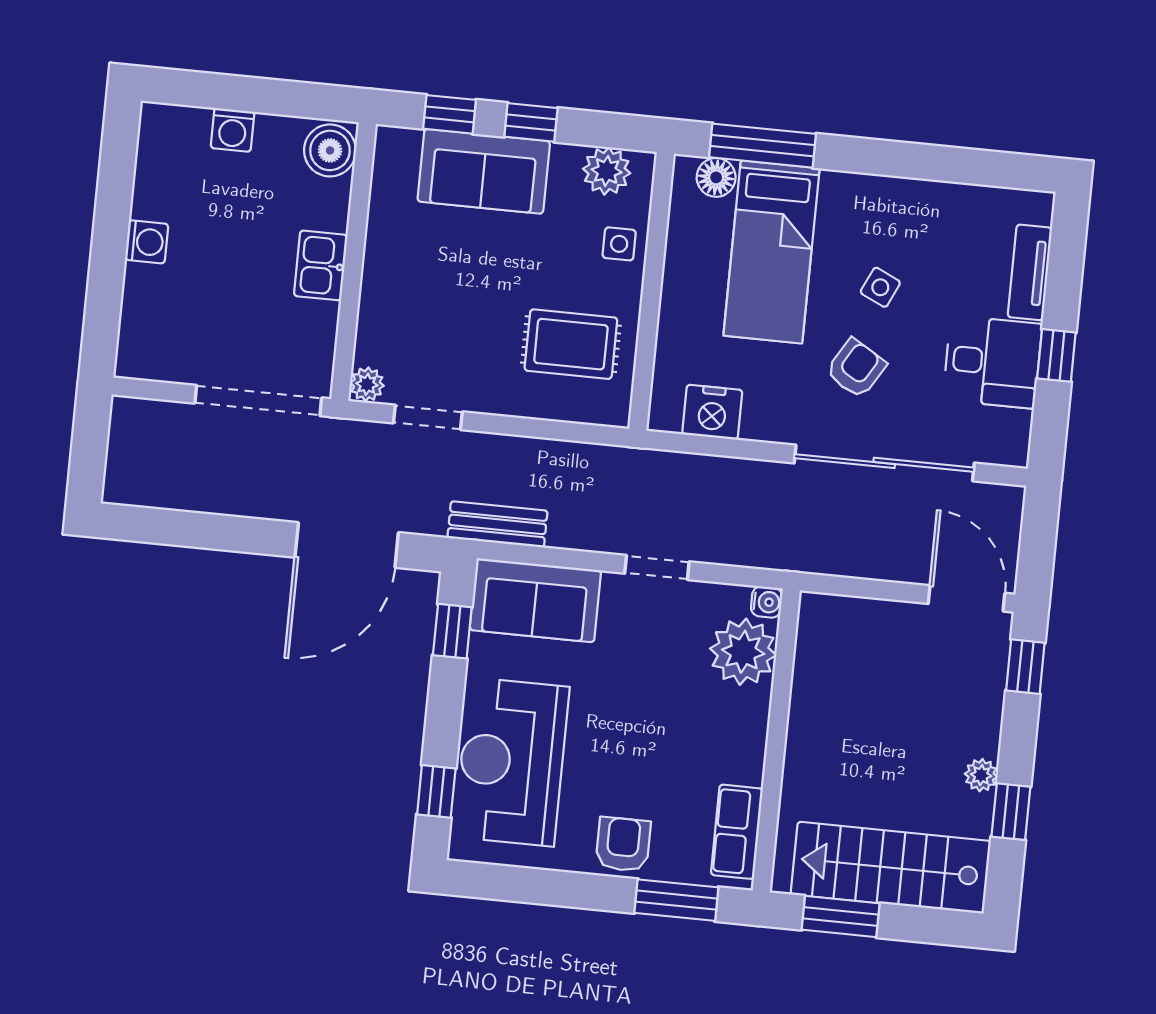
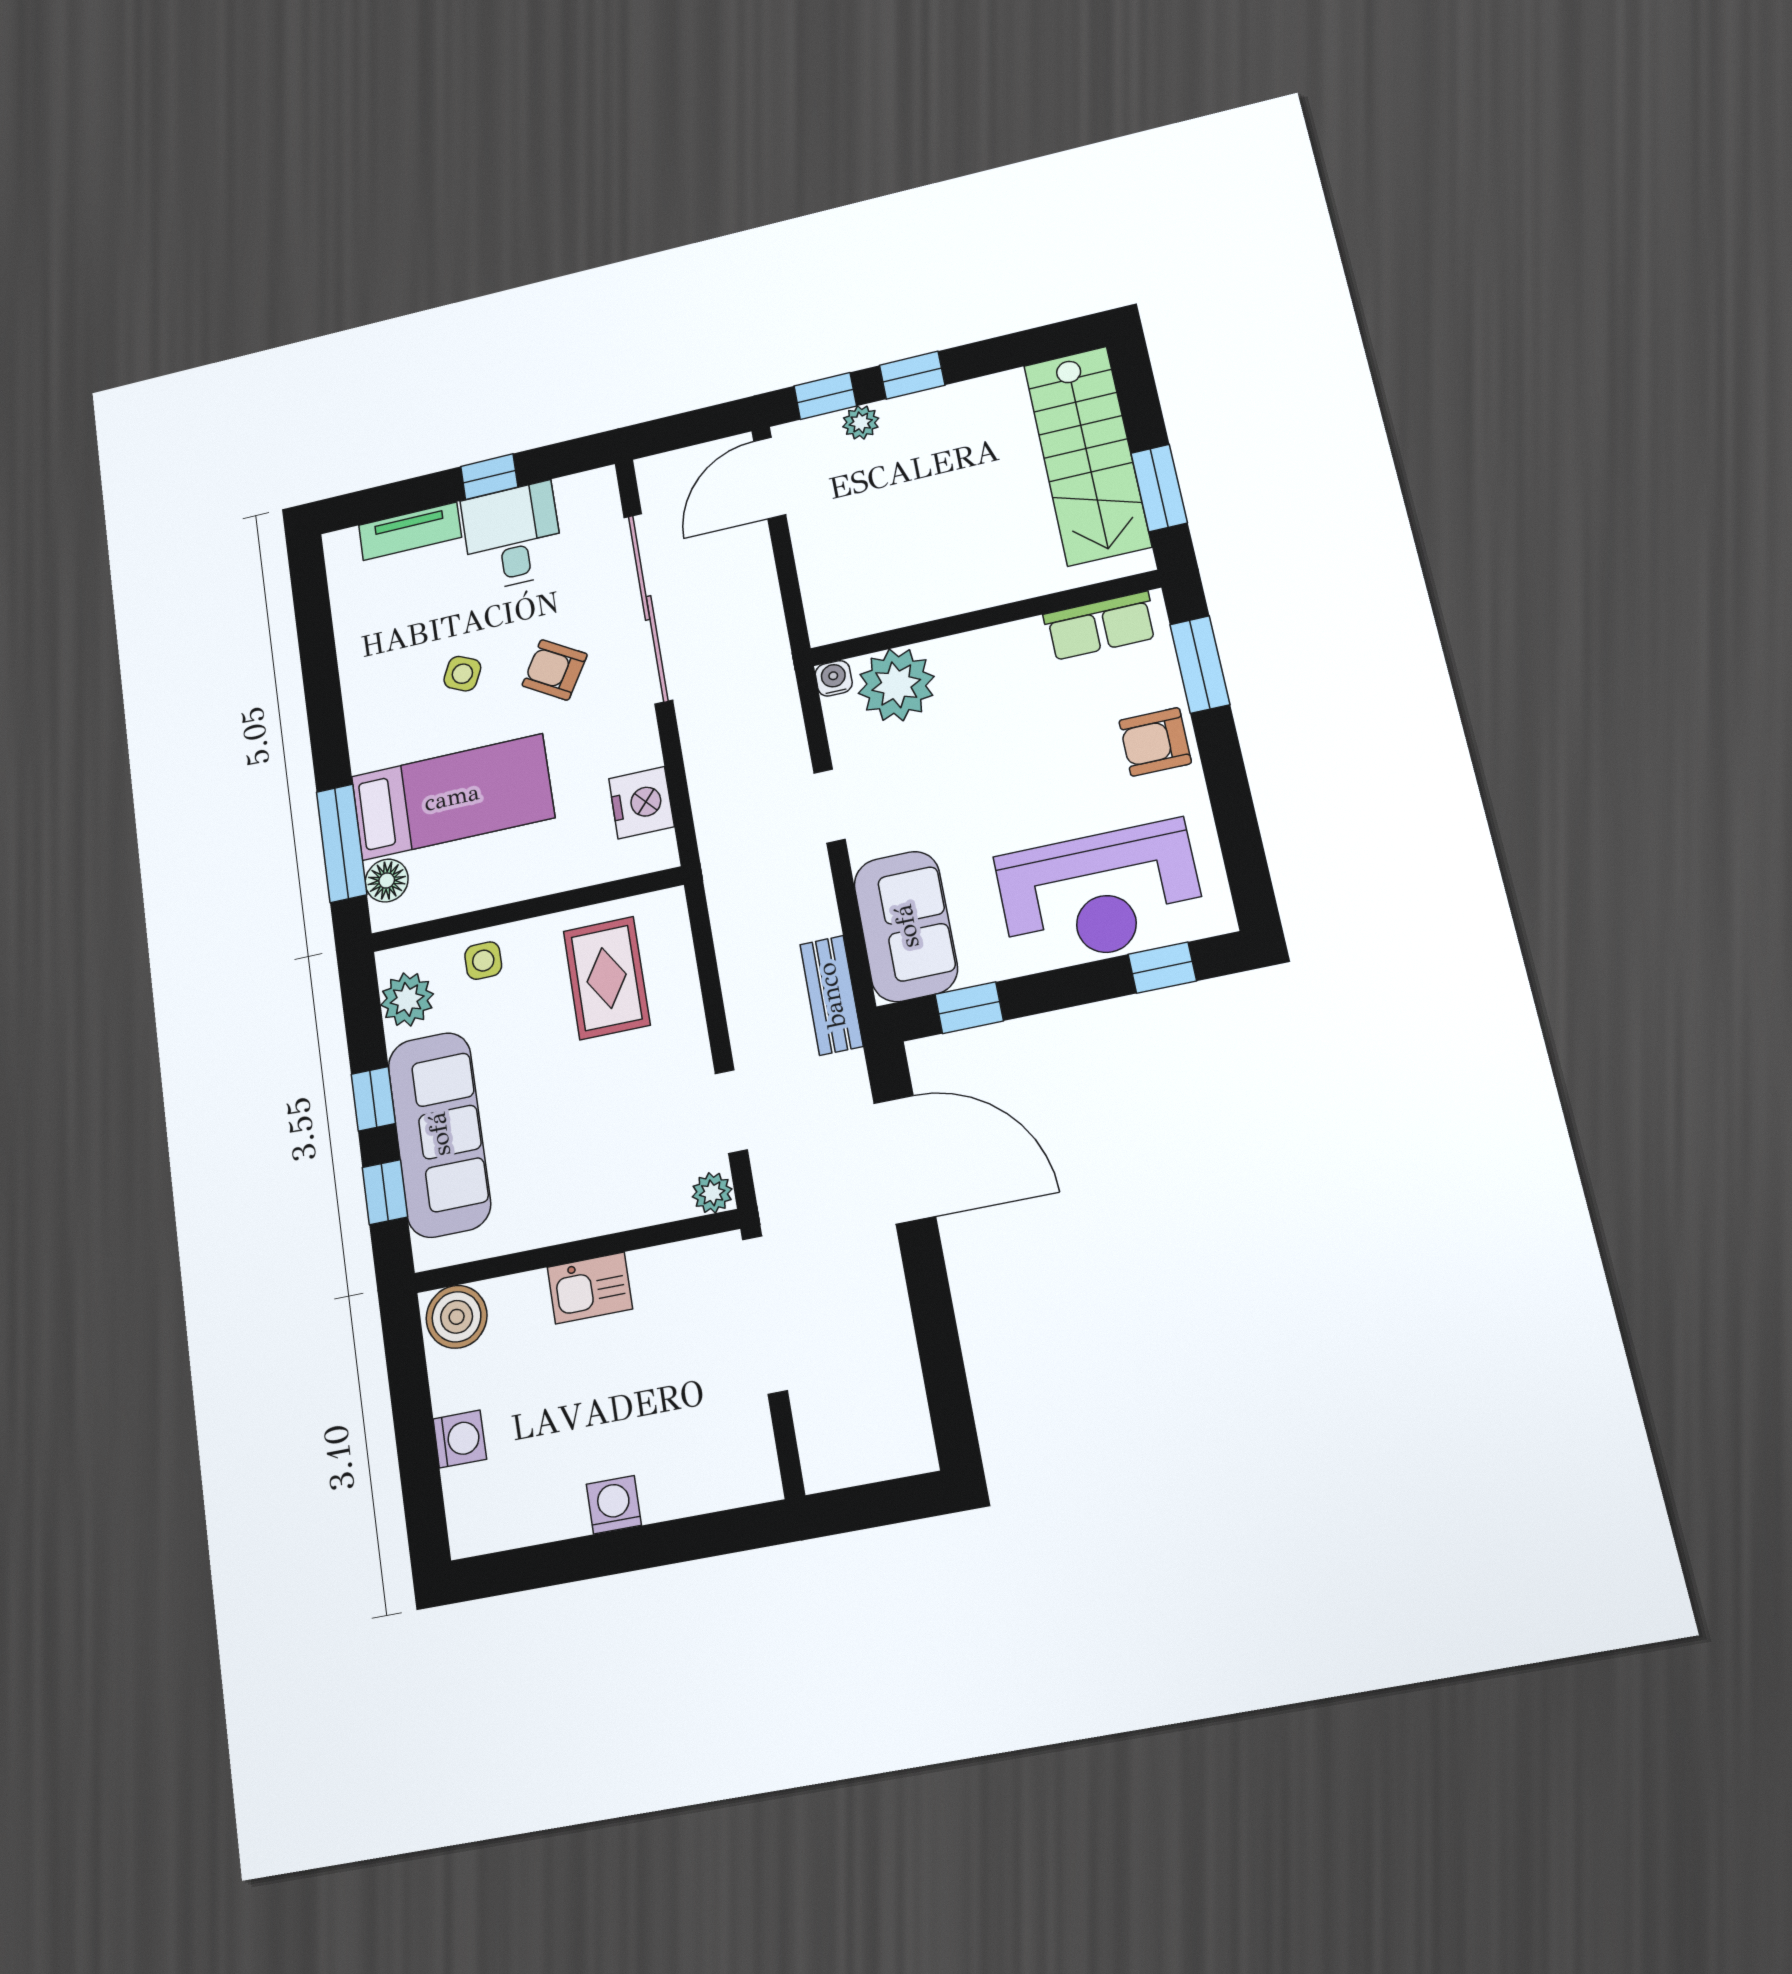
sofa: (484, 171) -> (439, 1134), width x1.36
plant: (981, 775) -> (861, 422), moved
window: (1011, 812) -> (912, 375), moved

